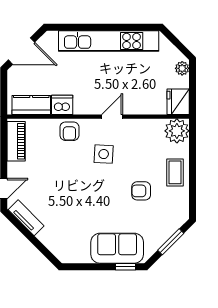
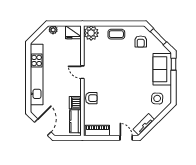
side table: (104, 154) -> (157, 98), moved
armchair: (141, 191) -> (141, 42), moved

